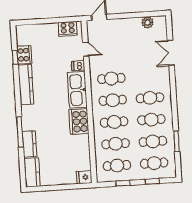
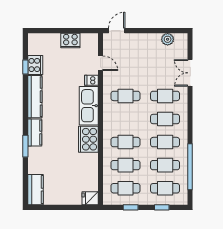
cooker: (68, 29) -> (70, 40), moved
cafe table: (113, 100) -> (165, 96), moved
window: (20, 132) -> (25, 146), width x0.69
window: (177, 141) -> (190, 167), width x2.11
kitchen counter: (30, 144) -> (35, 133), moved

